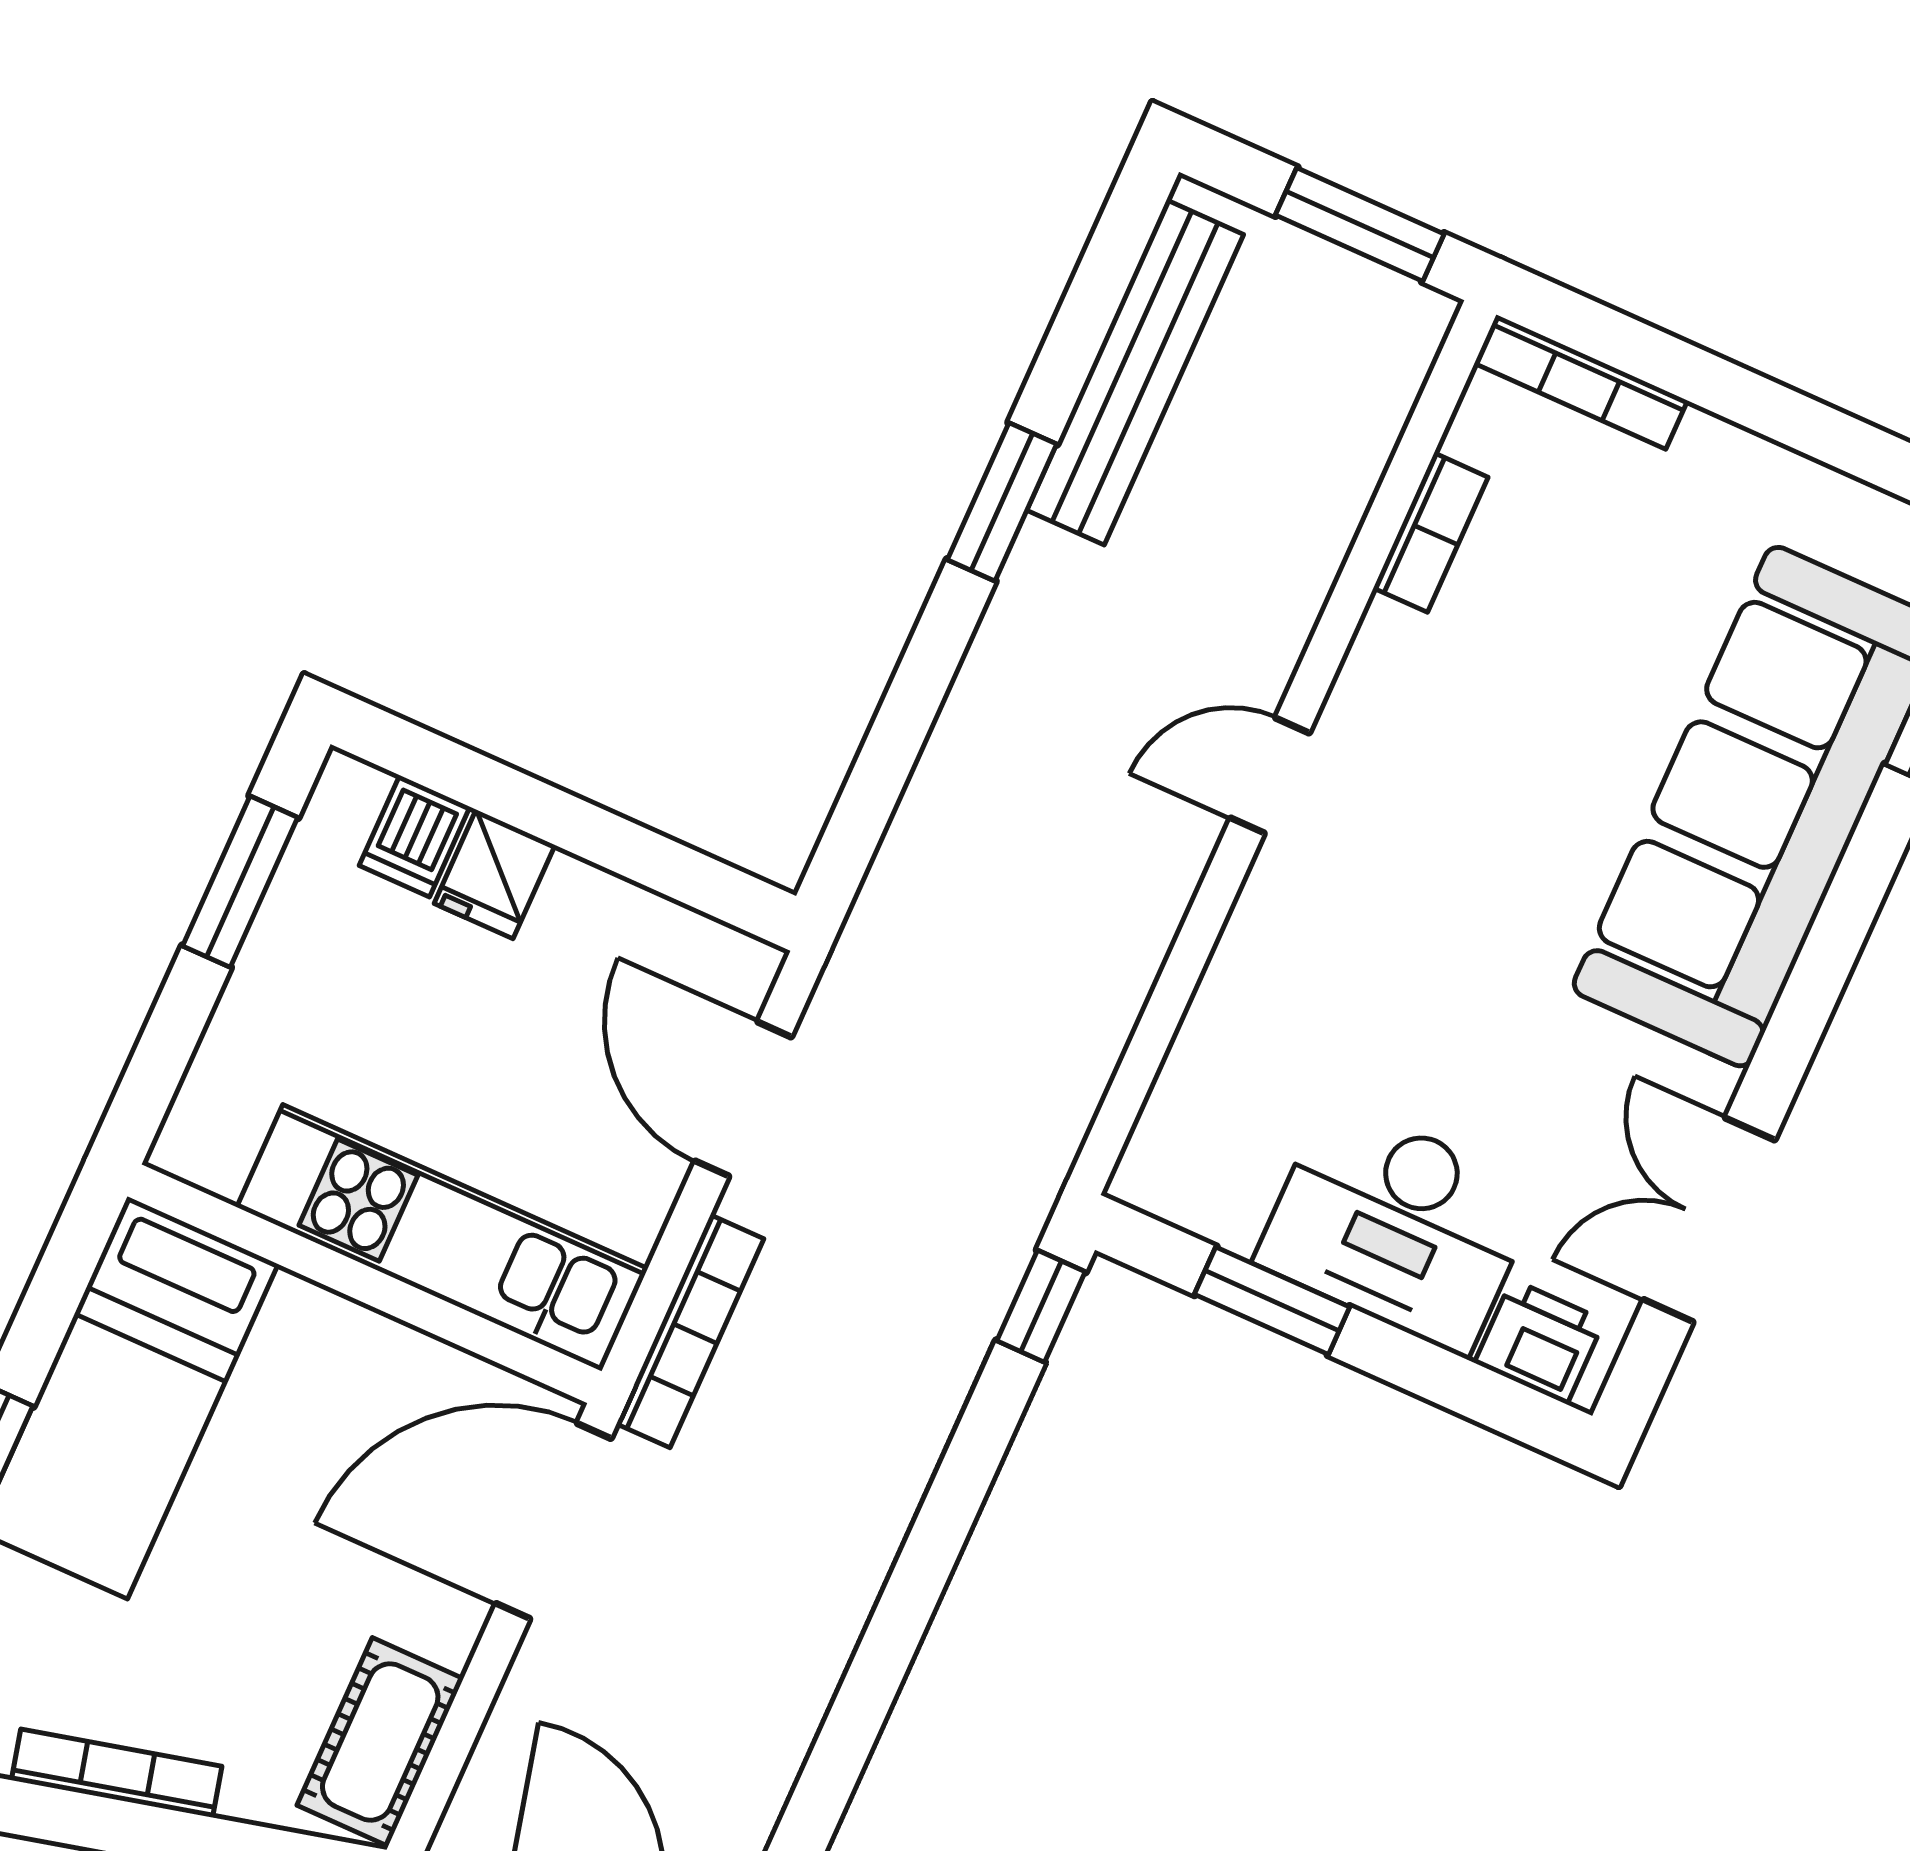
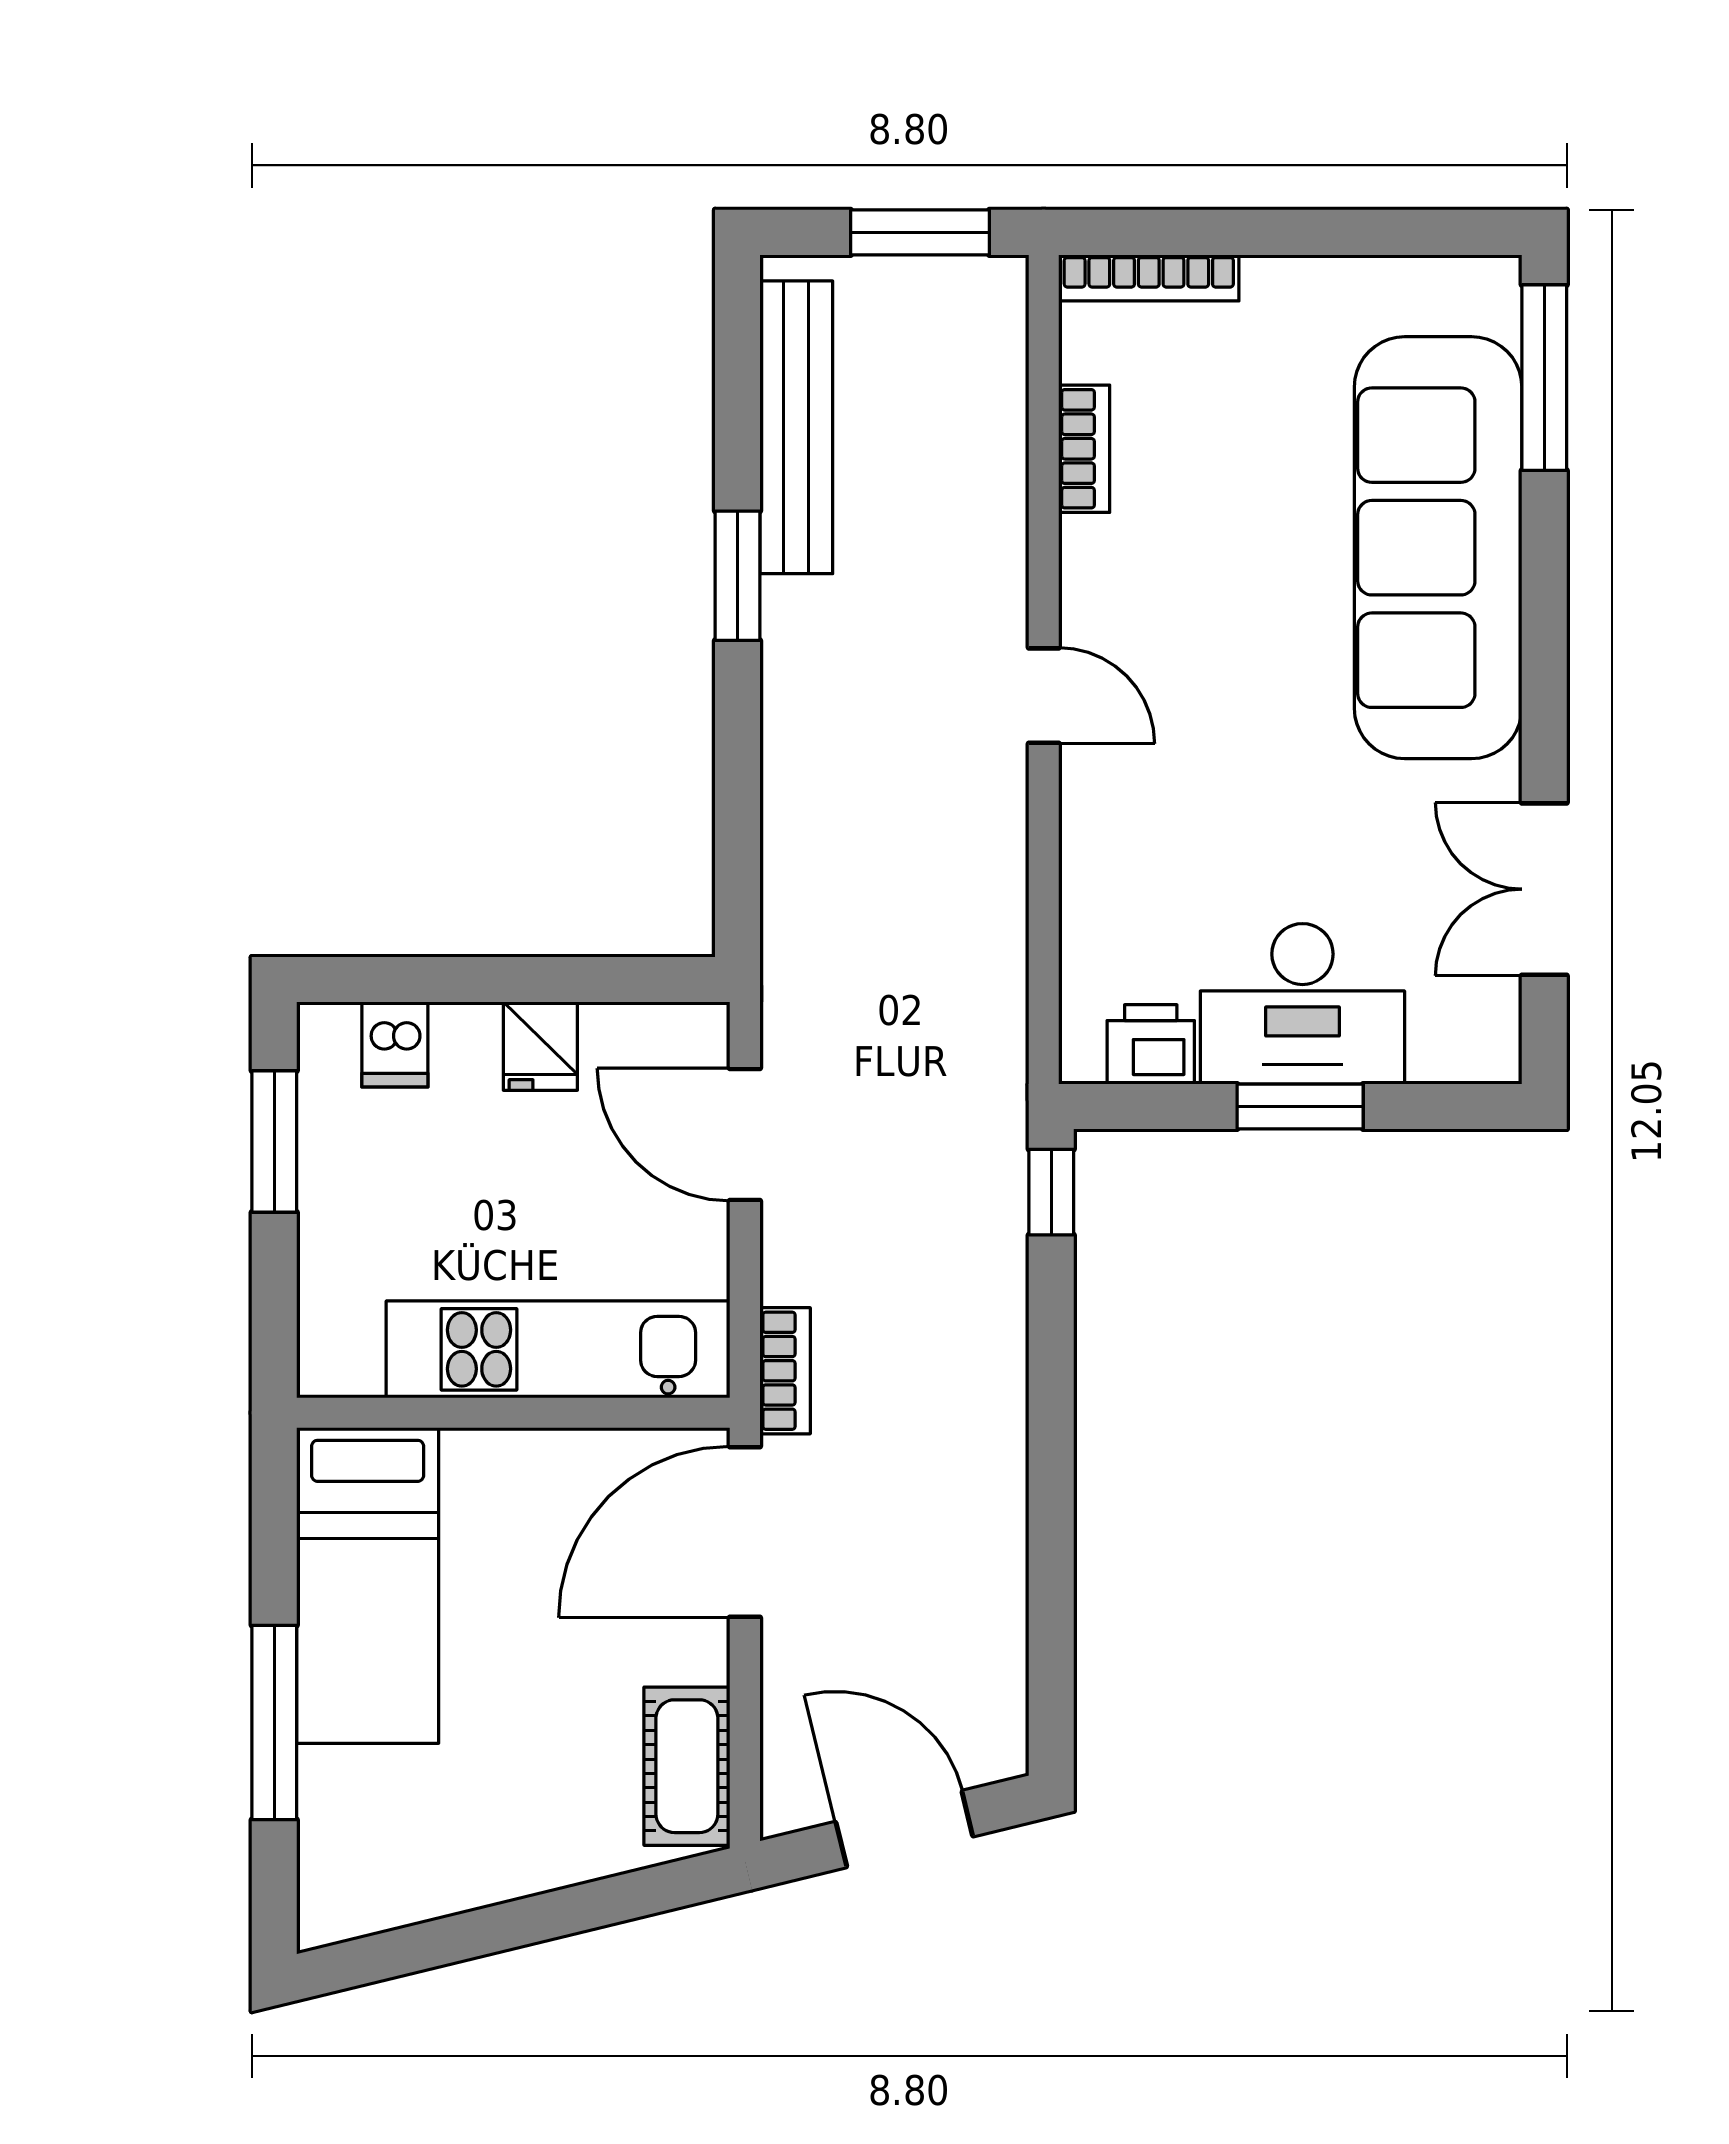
door: (1270, 776) -> (1044, 696), swing flipped
fridge: (495, 874) -> (540, 1046), moved
window: (1272, 1301) -> (1300, 1106), moved
bookcase: (690, 1331) -> (785, 1371), width x0.64
printer: (1539, 1342) -> (1151, 1044), moved
bookcase: (117, 1773) -> (491, 1883), removed

